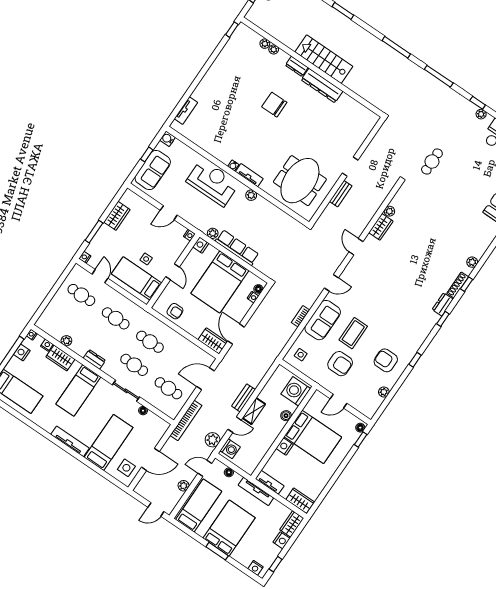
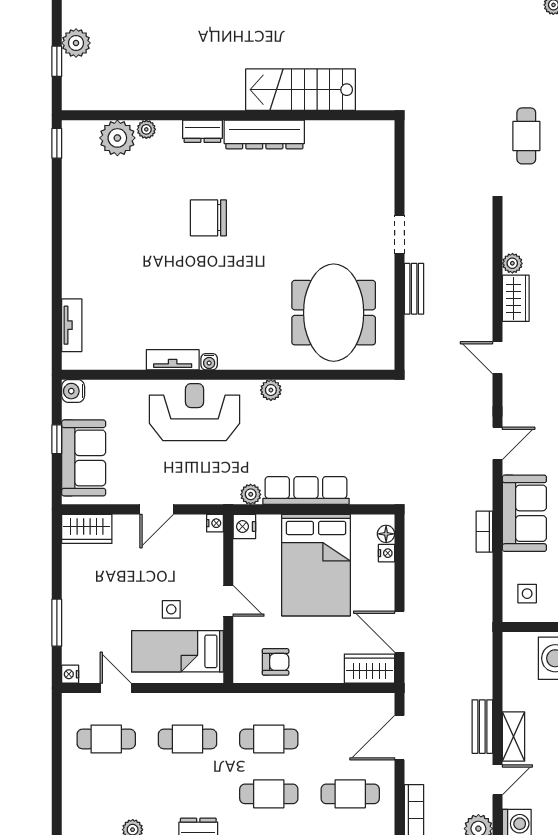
plant: (265, 44) -> (117, 138), width x1.88, depth x1.88
stairs: (324, 59) -> (301, 90), moved
tv unit: (249, 175) -> (173, 360), moved
wardrobe: (117, 216) -> (87, 529), moved, turned 90

